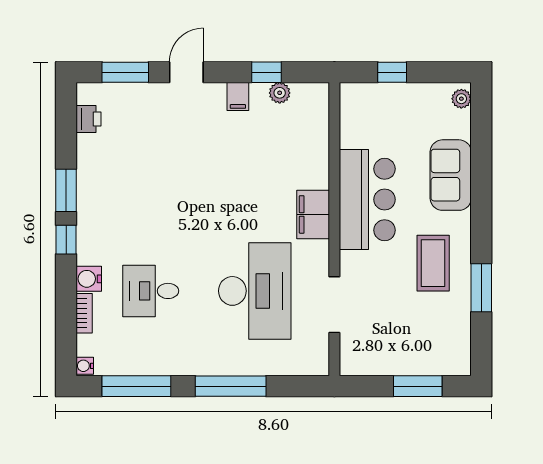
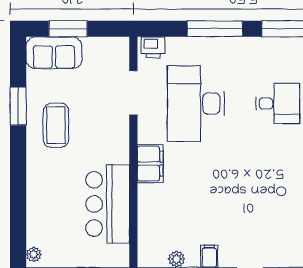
sofa: (451, 175) -> (54, 53), moved, turned 90
bar counter: (367, 200) -> (108, 204), moved
printer: (310, 363) -> (153, 47), added

